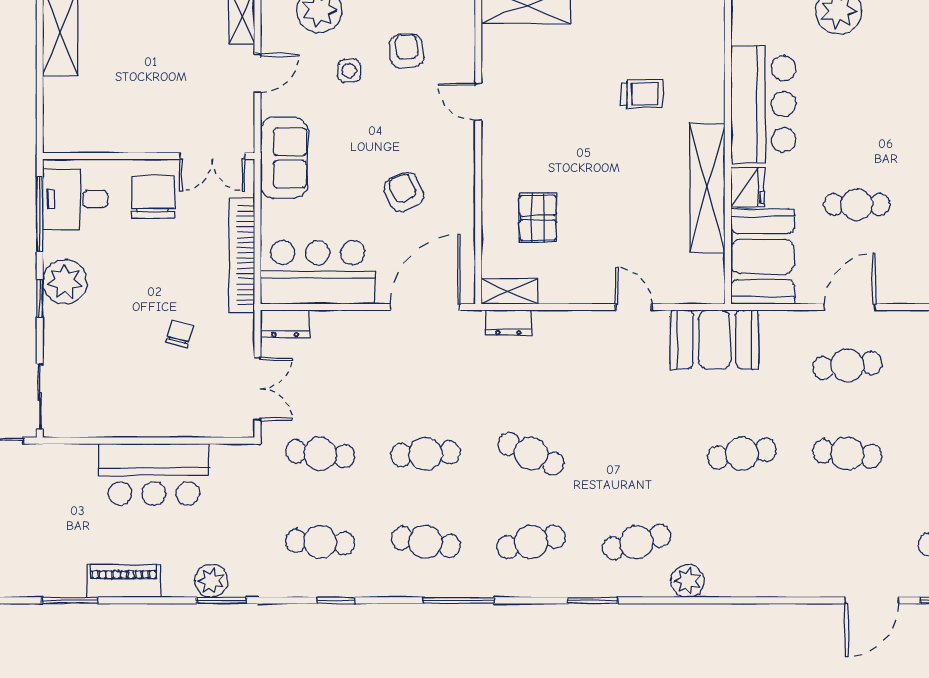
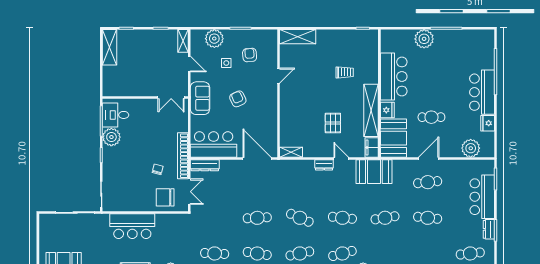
door: (257, 73) -> (189, 64), hinge flipped
door: (478, 102) -> (278, 76), swing flipped
armchair: (404, 192) -> (238, 99), moved
chair: (153, 197) -> (165, 197), moved, turned -90
pallet: (538, 218) -> (333, 123), moved
bookcase: (242, 255) -> (183, 156), moved
filing cabinet: (709, 280) -> (372, 147), added
plant: (65, 282) -> (111, 137), moved
door: (425, 307) -> (257, 159), hinge flipped
dresser: (508, 323) -> (324, 165), moved
dresser: (285, 324) -> (205, 165), width x1.44
cafe table: (320, 454) -> (342, 218), moved
bar counter: (154, 474) -> (132, 226), moved

